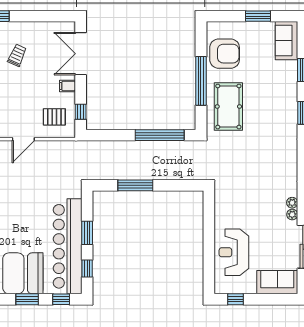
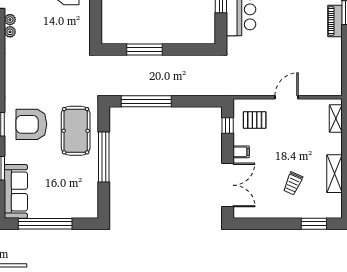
window: (258, 16) -> (45, 224), width x2.11
sofa: (286, 41) -> (16, 191), width x1.36
armchair: (225, 54) -> (31, 124), moved
window: (135, 185) -> (144, 50), moved

